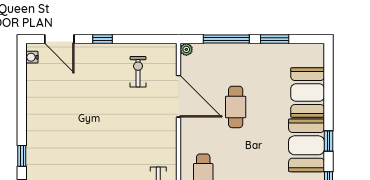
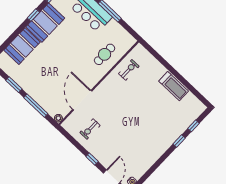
cafe table: (236, 107) -> (61, 71), removed

